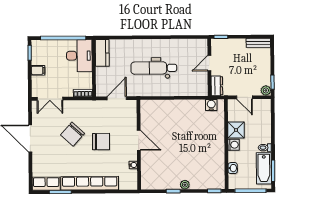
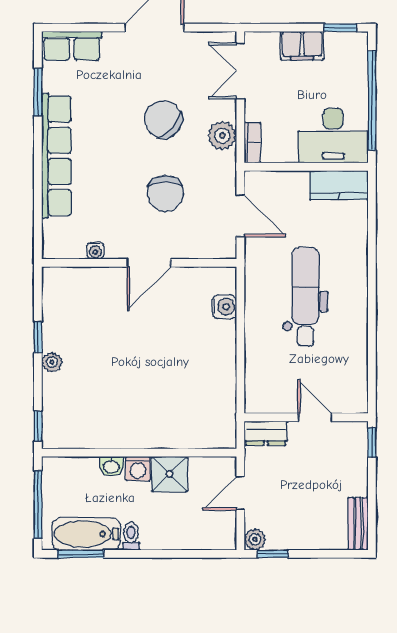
filing cabinet: (38, 70) -> (302, 46), width x2.00
water cooler: (211, 105) -> (224, 307), moved
plant: (80, 107) -> (222, 136), added
chair: (101, 142) -> (165, 193), moved
washbasin: (233, 168) -> (111, 466), moved
row of seats: (46, 184) -> (72, 46), moved, turned 90

